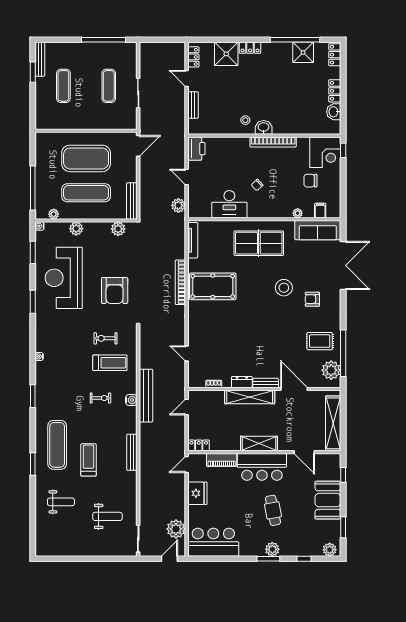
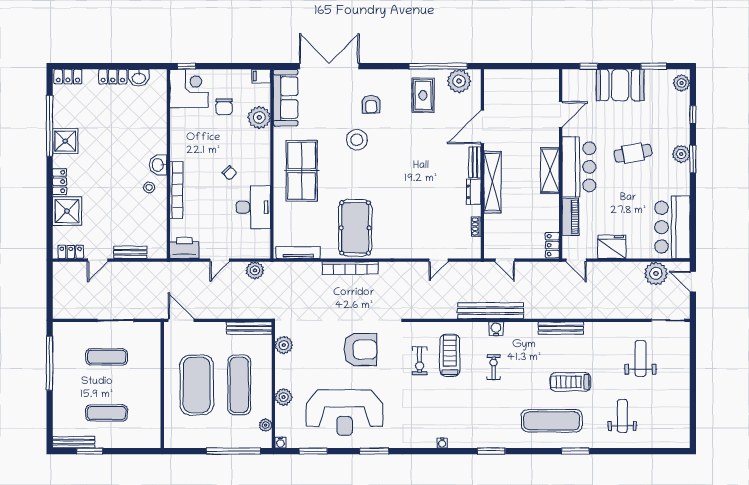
shower: (303, 52) -> (65, 141), moved
bookcase: (273, 142) -> (176, 190), moved
filing cabinet: (320, 211) -> (261, 76), moved
plant: (298, 213) -> (259, 117), width x1.87, depth x1.87
shelving: (333, 423) -> (525, 79), removed

